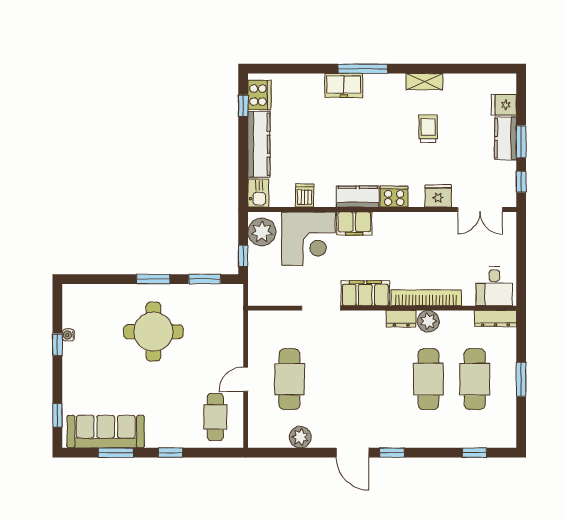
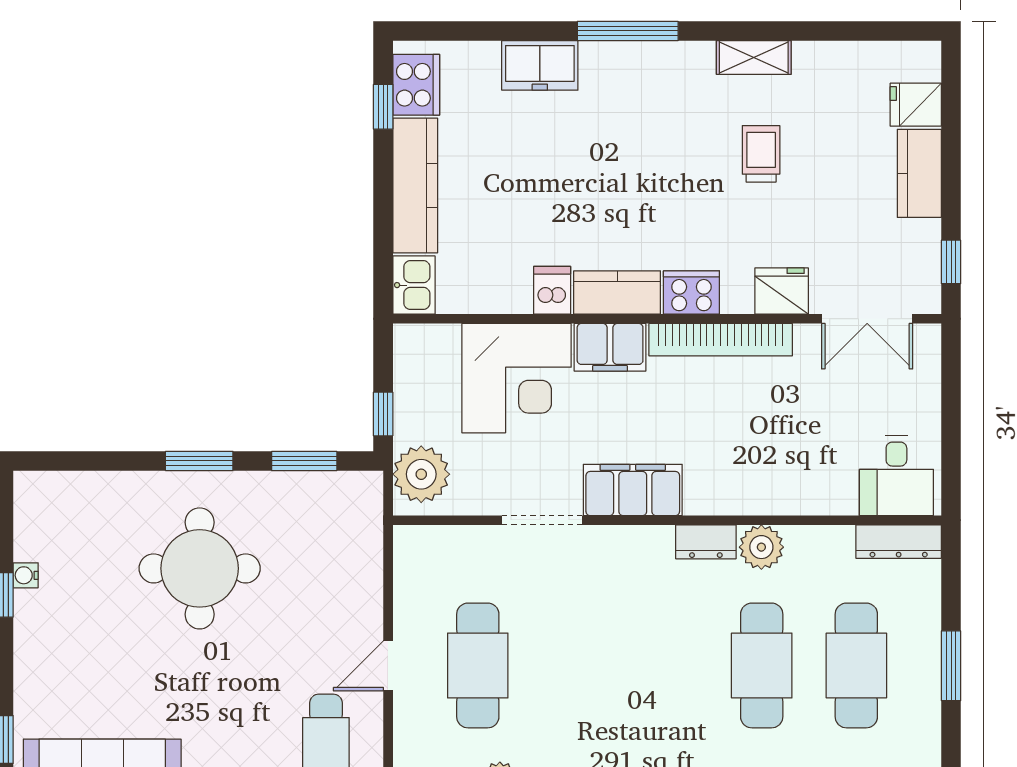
freezer: (344, 86) -> (540, 65), moved
window: (521, 142) -> (951, 180), removed
dishwasher: (305, 196) -> (552, 290), moved
plant: (262, 232) -> (421, 474), moved
bookcase: (426, 298) -> (721, 340), moved, turned 180

